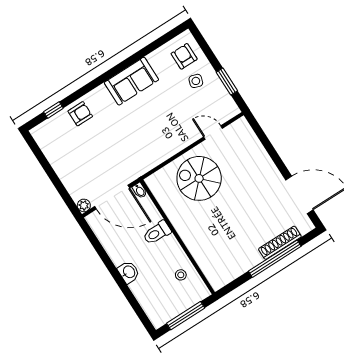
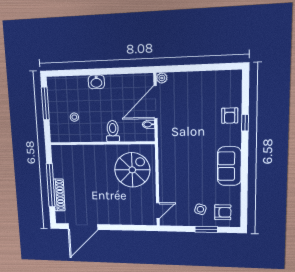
window: (227, 81) -> (206, 229), moved
window: (53, 110) -> (245, 123), moved
door: (213, 133) -> (158, 211), moved
toilet: (157, 233) -> (113, 131), moved
wall: (177, 237) -> (102, 143), moved

